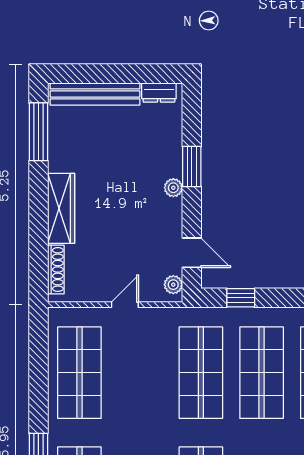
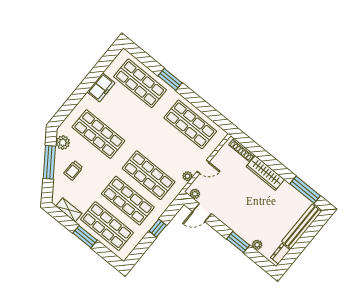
plant: (173, 188) -> (257, 245), moved
window: (241, 298) -> (158, 228), moved
door: (125, 305) -> (203, 167), hinge flipped
plant: (157, 316) -> (187, 176), added

